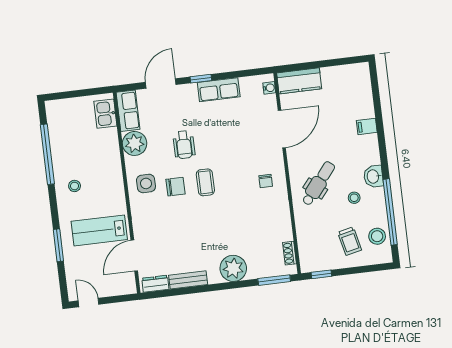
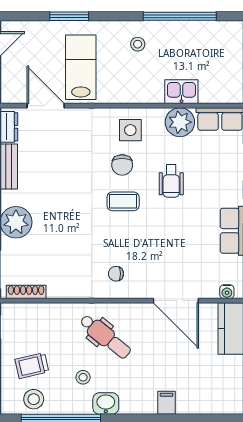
kitchen sink: (105, 114) -> (181, 92), moved
wheelchair: (184, 145) -> (171, 181), turned -90
shoe rack: (289, 253) -> (26, 292), width x1.43

